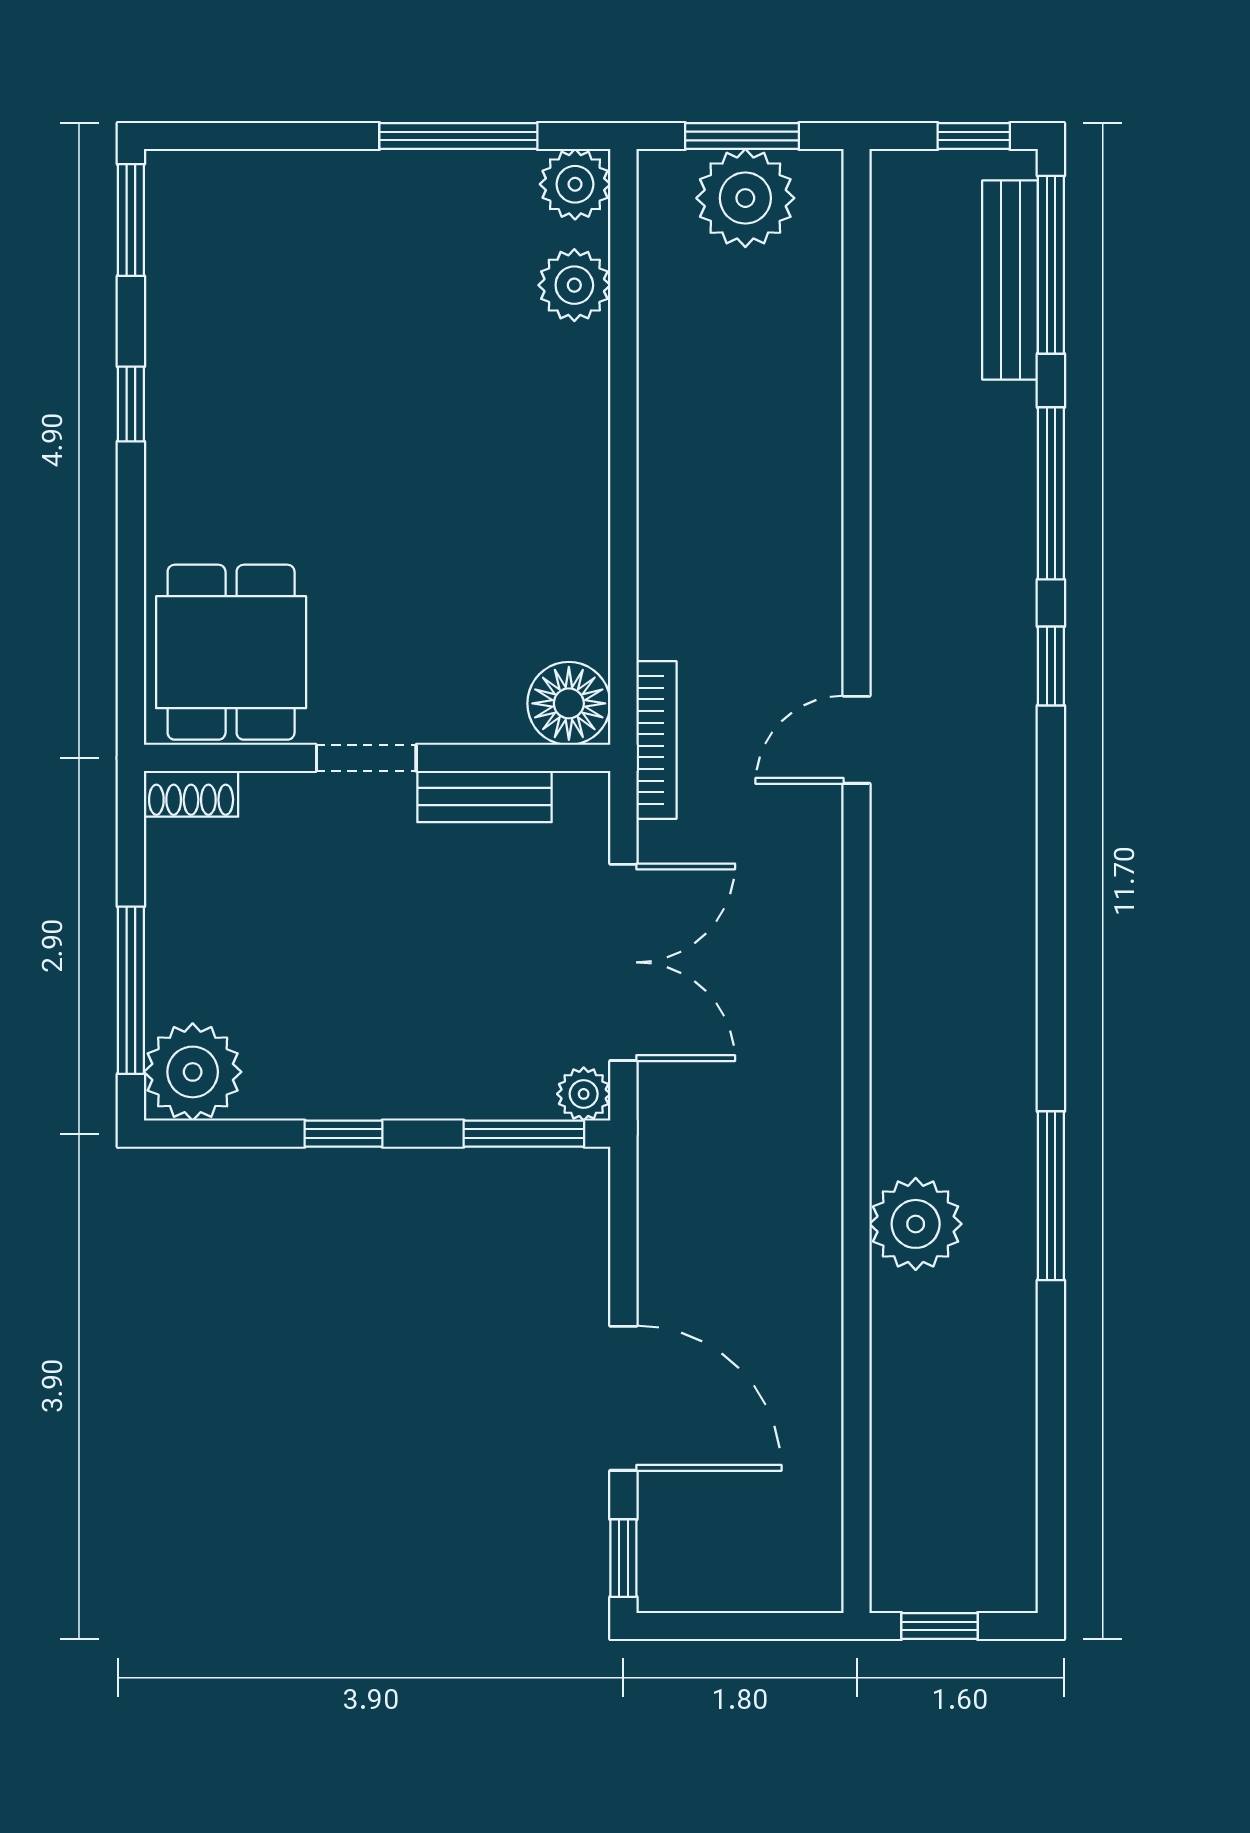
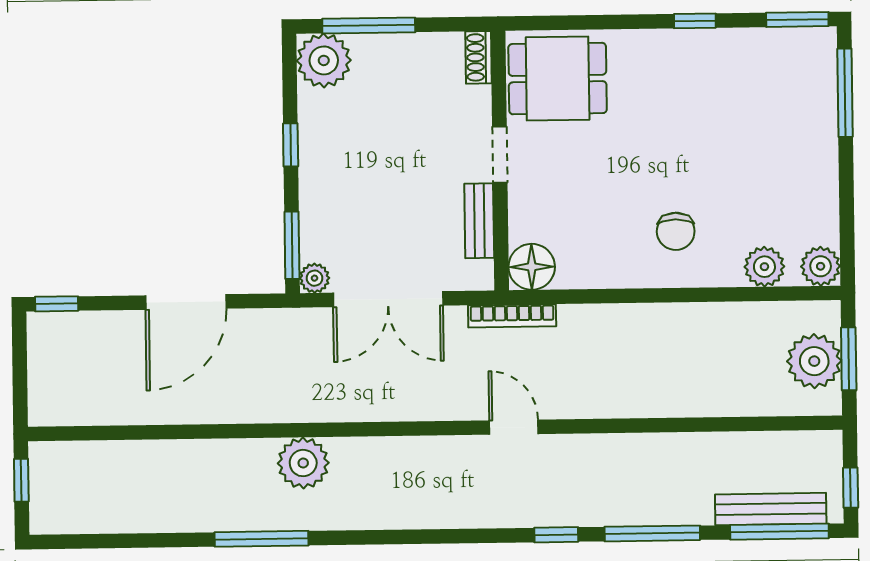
window: (458, 136) -> (845, 93), moved
chair: (509, 444) -> (676, 231), added
plant: (916, 1224) -> (303, 463), moved
door: (623, 1398) -> (186, 302), moved

